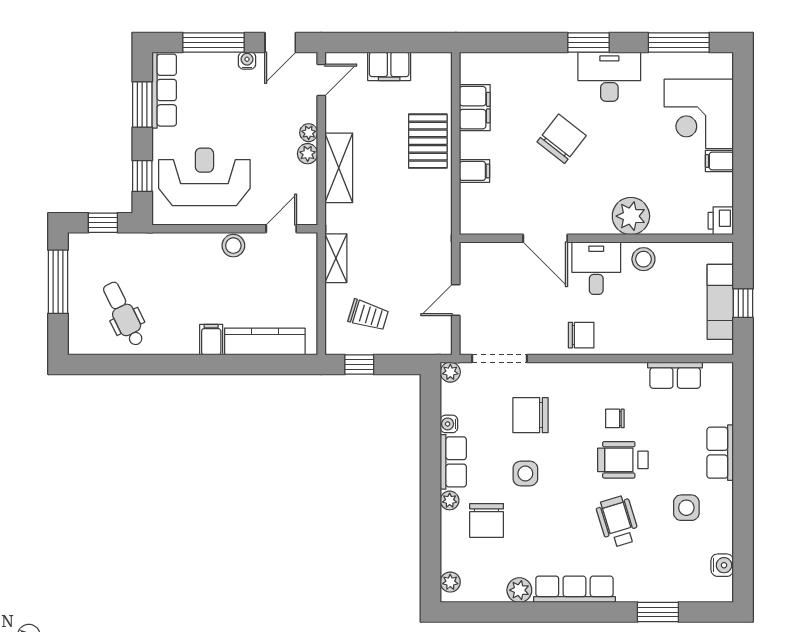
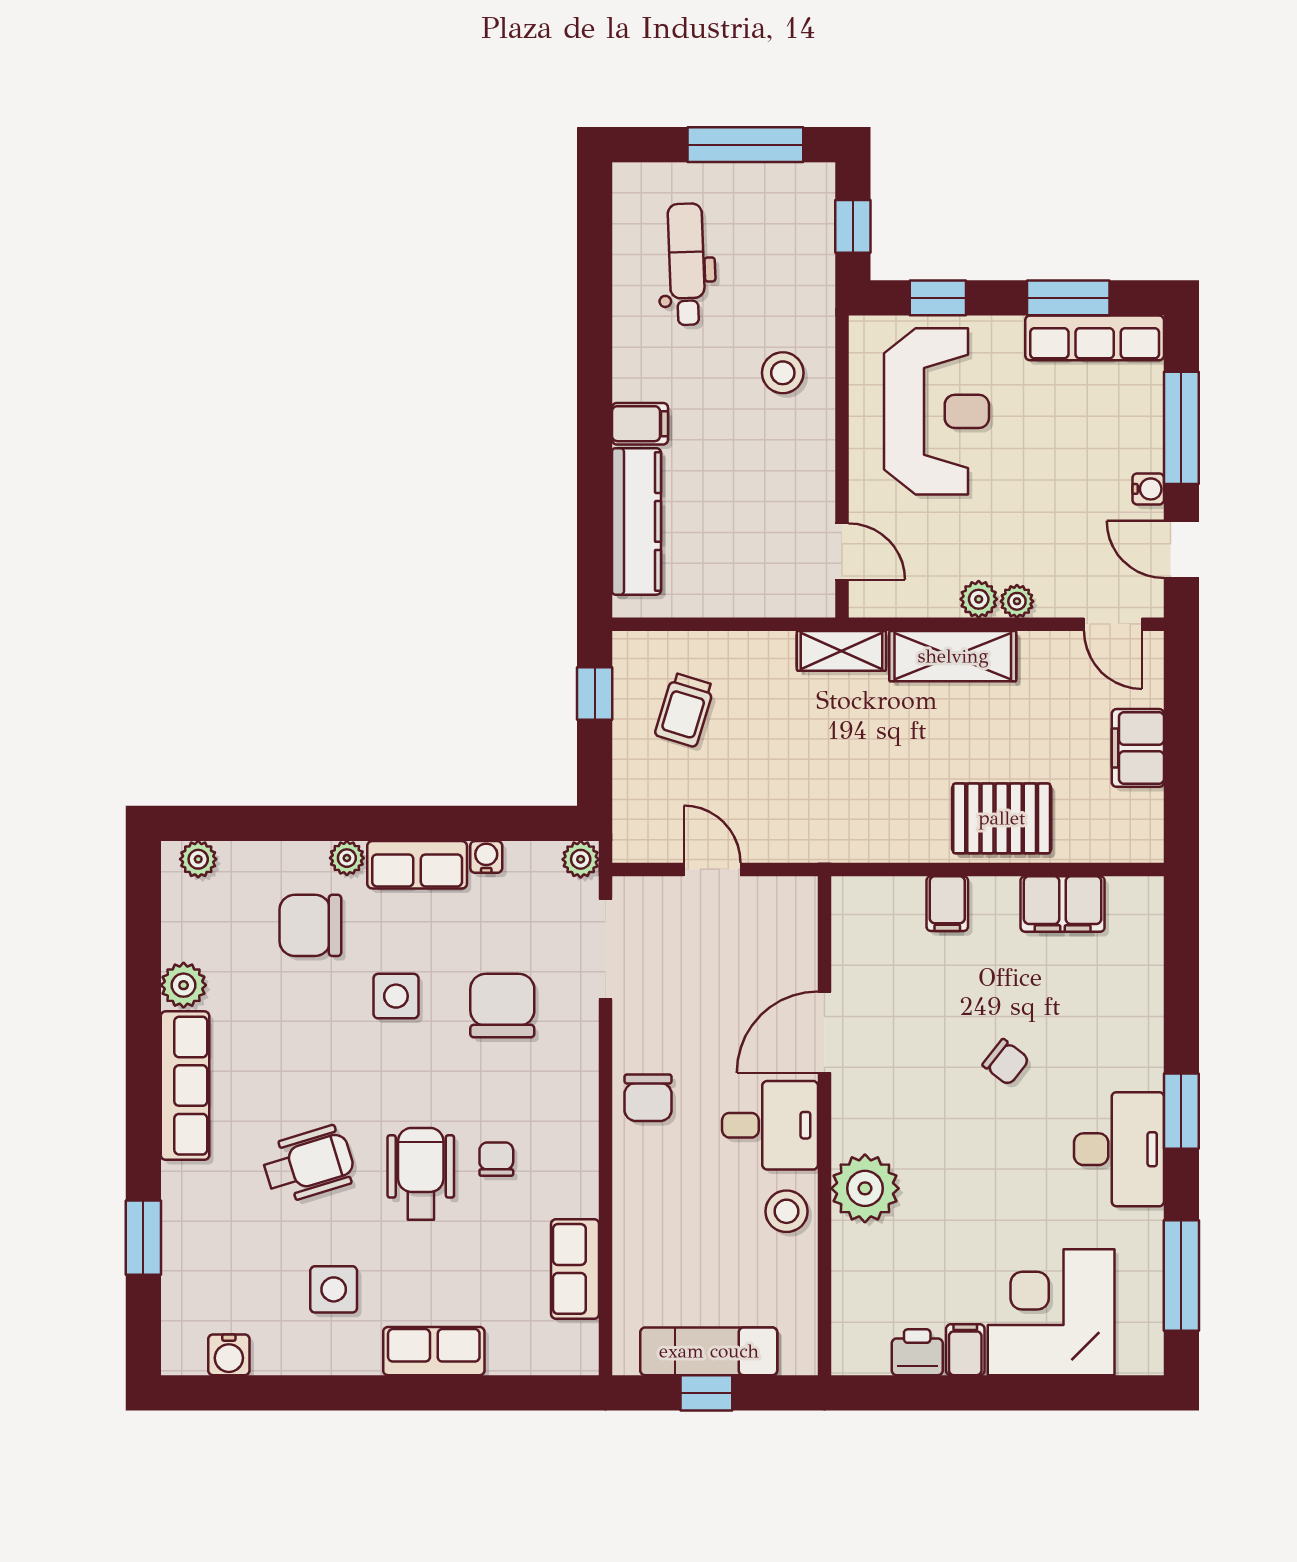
chair: (562, 139) -> (1006, 1062), width x0.54, depth x0.54
printer: (721, 221) -> (917, 1352), moved
stool: (233, 246) -> (783, 373), moved
shelving: (336, 258) -> (841, 651), moved
dental chair: (124, 314) -> (687, 264), turned -66

